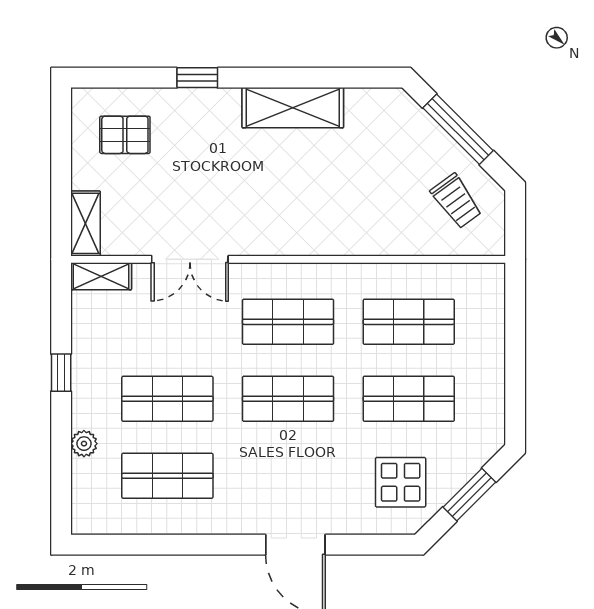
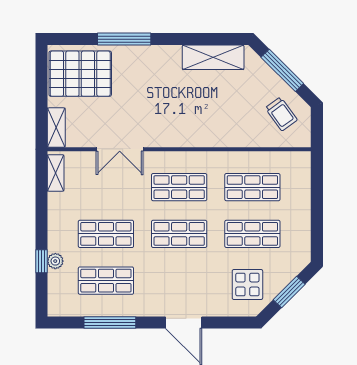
window: (197, 78) -> (124, 39), width x2.17
shelving: (293, 108) -> (213, 57), moved
pallet: (125, 135) -> (80, 74), width x2.05, depth x2.00
shelving: (101, 276) -> (56, 173), moved, turned 90
window: (61, 373) -> (41, 261), moved
window: (174, 545) -> (110, 322), added

